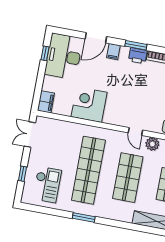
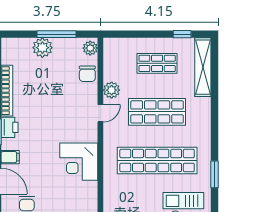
corner desk: (89, 105) -> (79, 162), moved
window: (84, 218) -> (214, 174), moved

